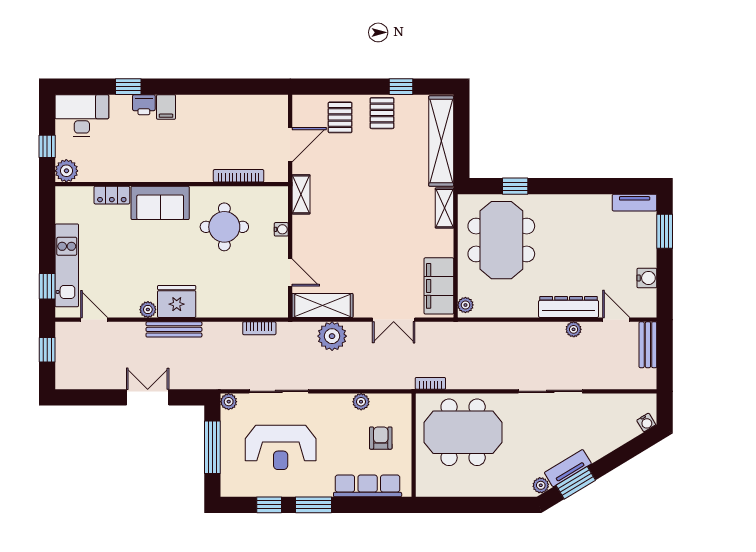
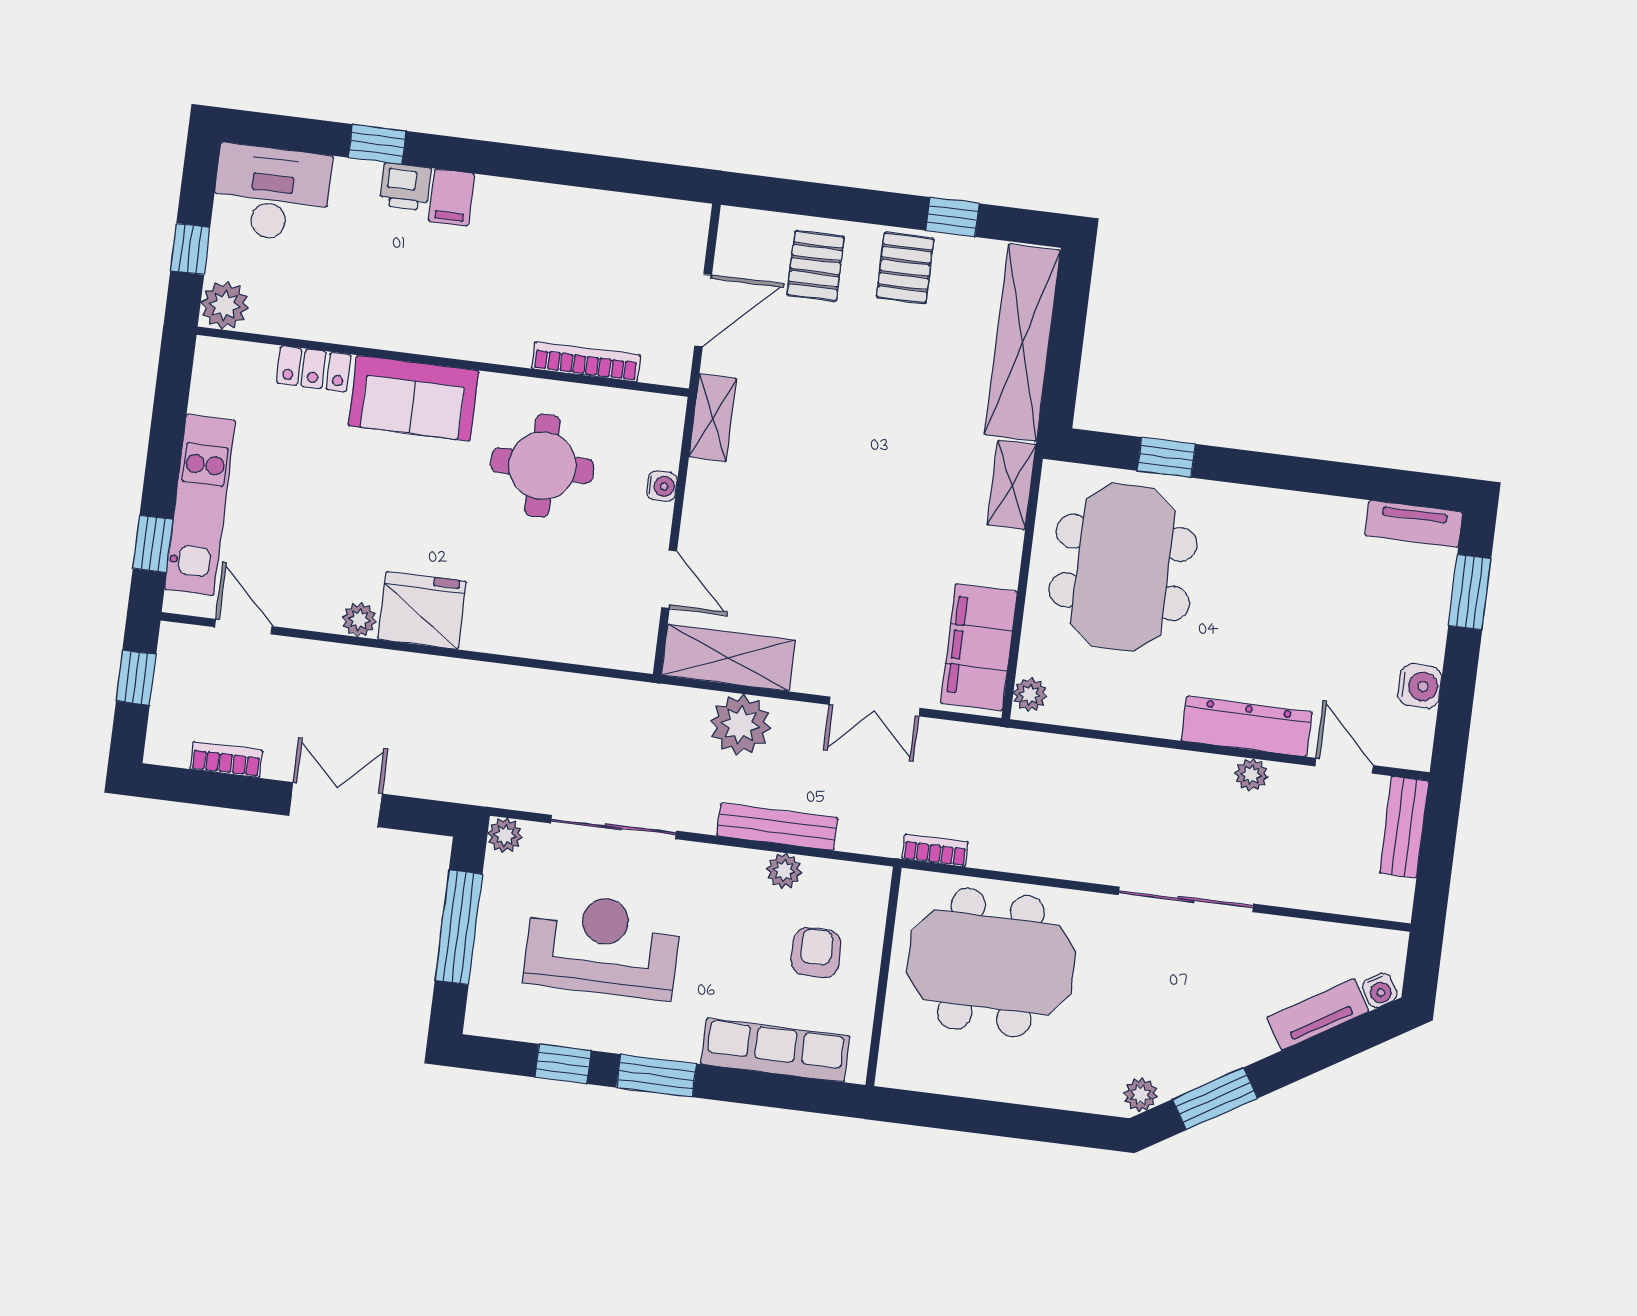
bookcase: (259, 328) -> (226, 760), moved, turned 180
bench: (174, 329) -> (777, 827), moved
reception desk: (281, 447) -> (602, 946), turned 180
tv unit: (568, 468) -> (1318, 1014), moved

